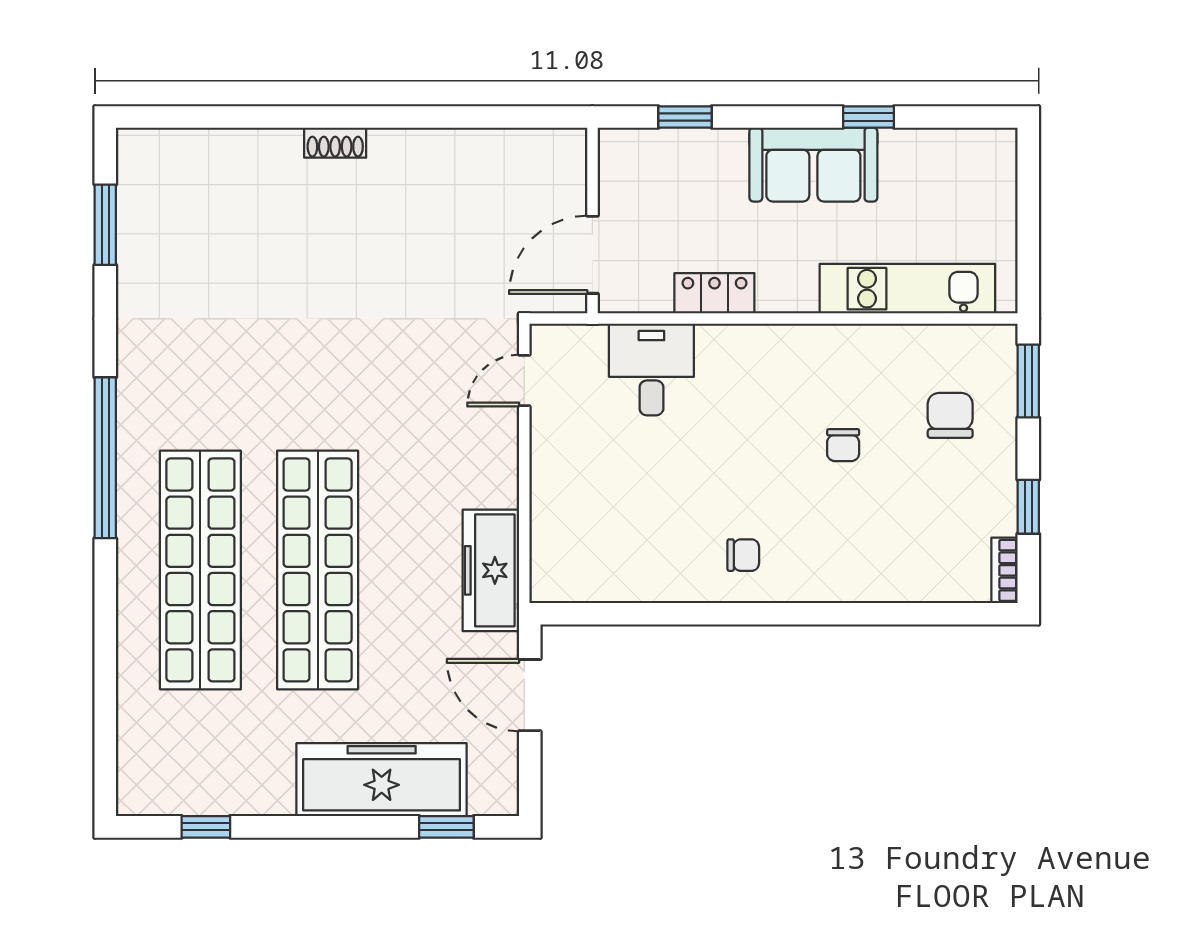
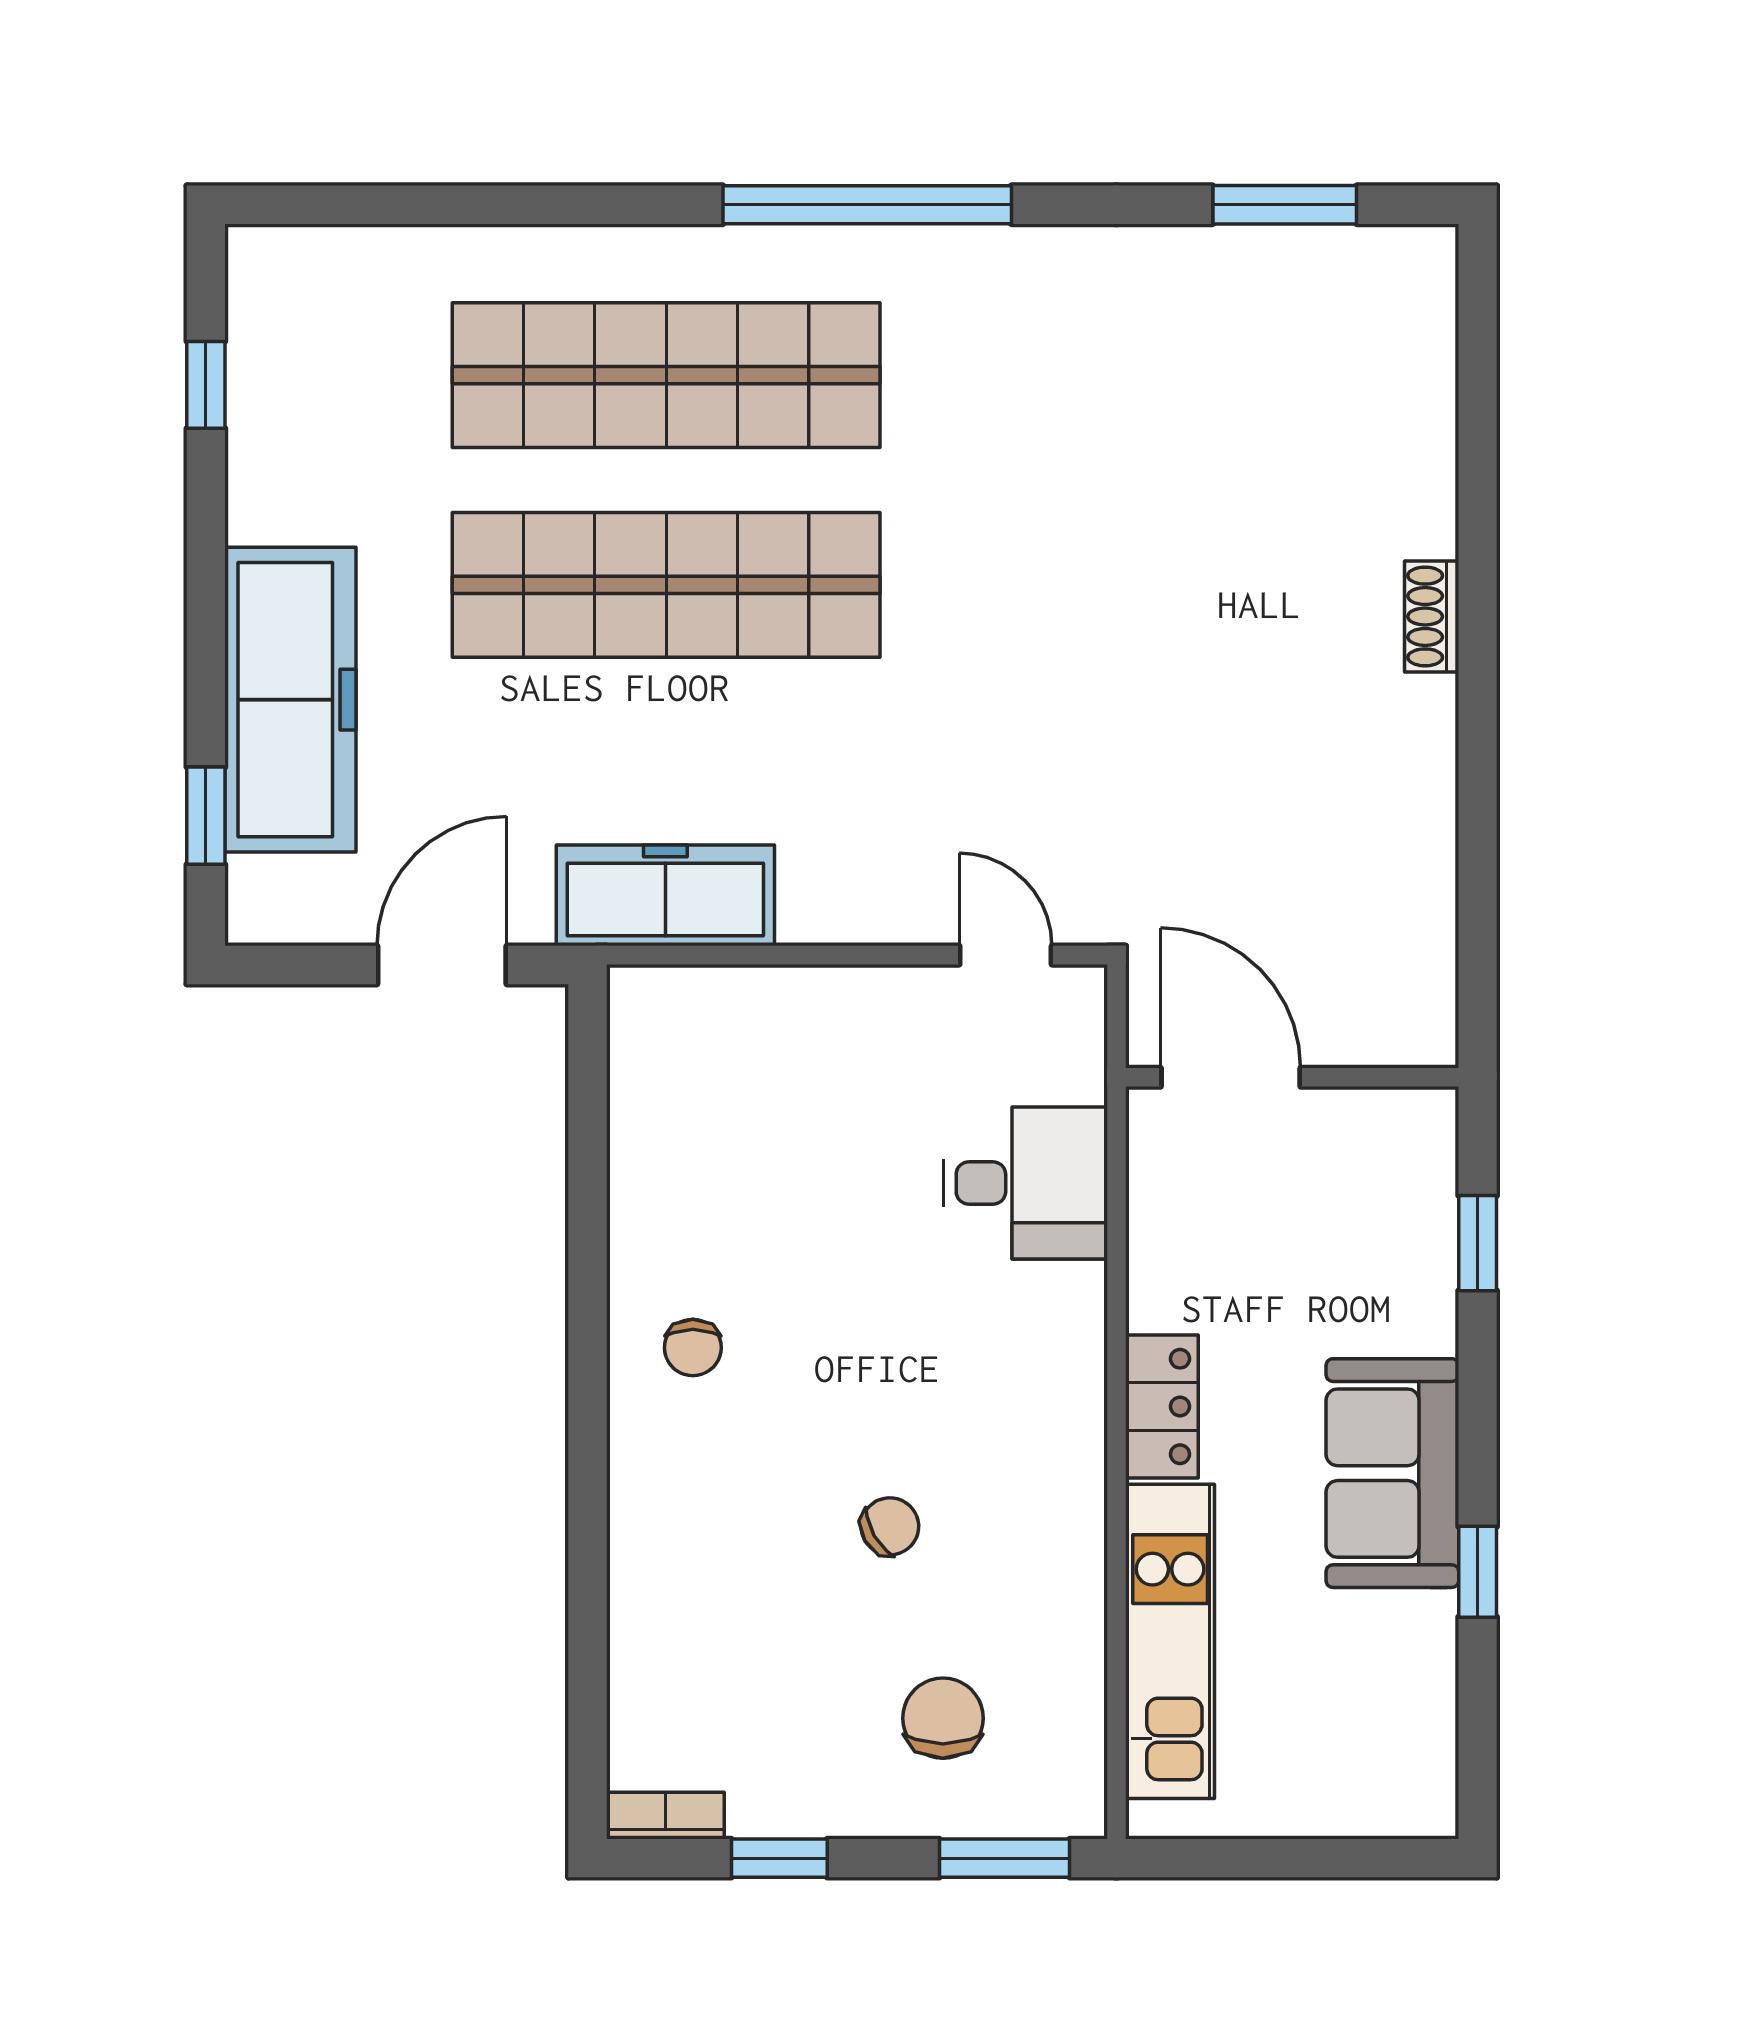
locker: (714, 293) -> (1162, 1406), moved
chair: (950, 415) -> (943, 1718), turned -90
chair: (843, 445) -> (890, 1526), turned 150

